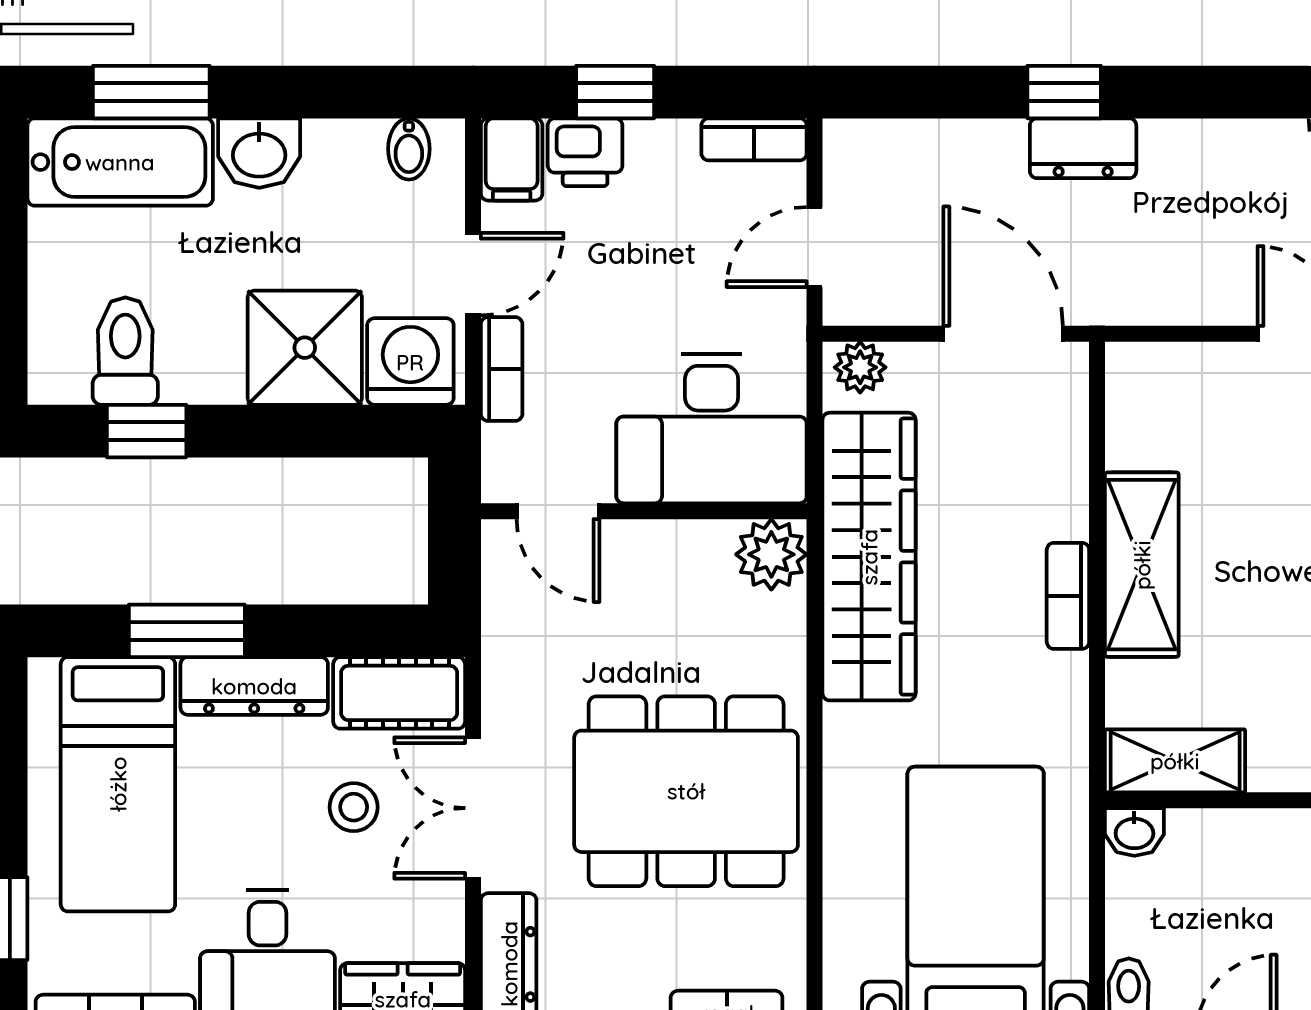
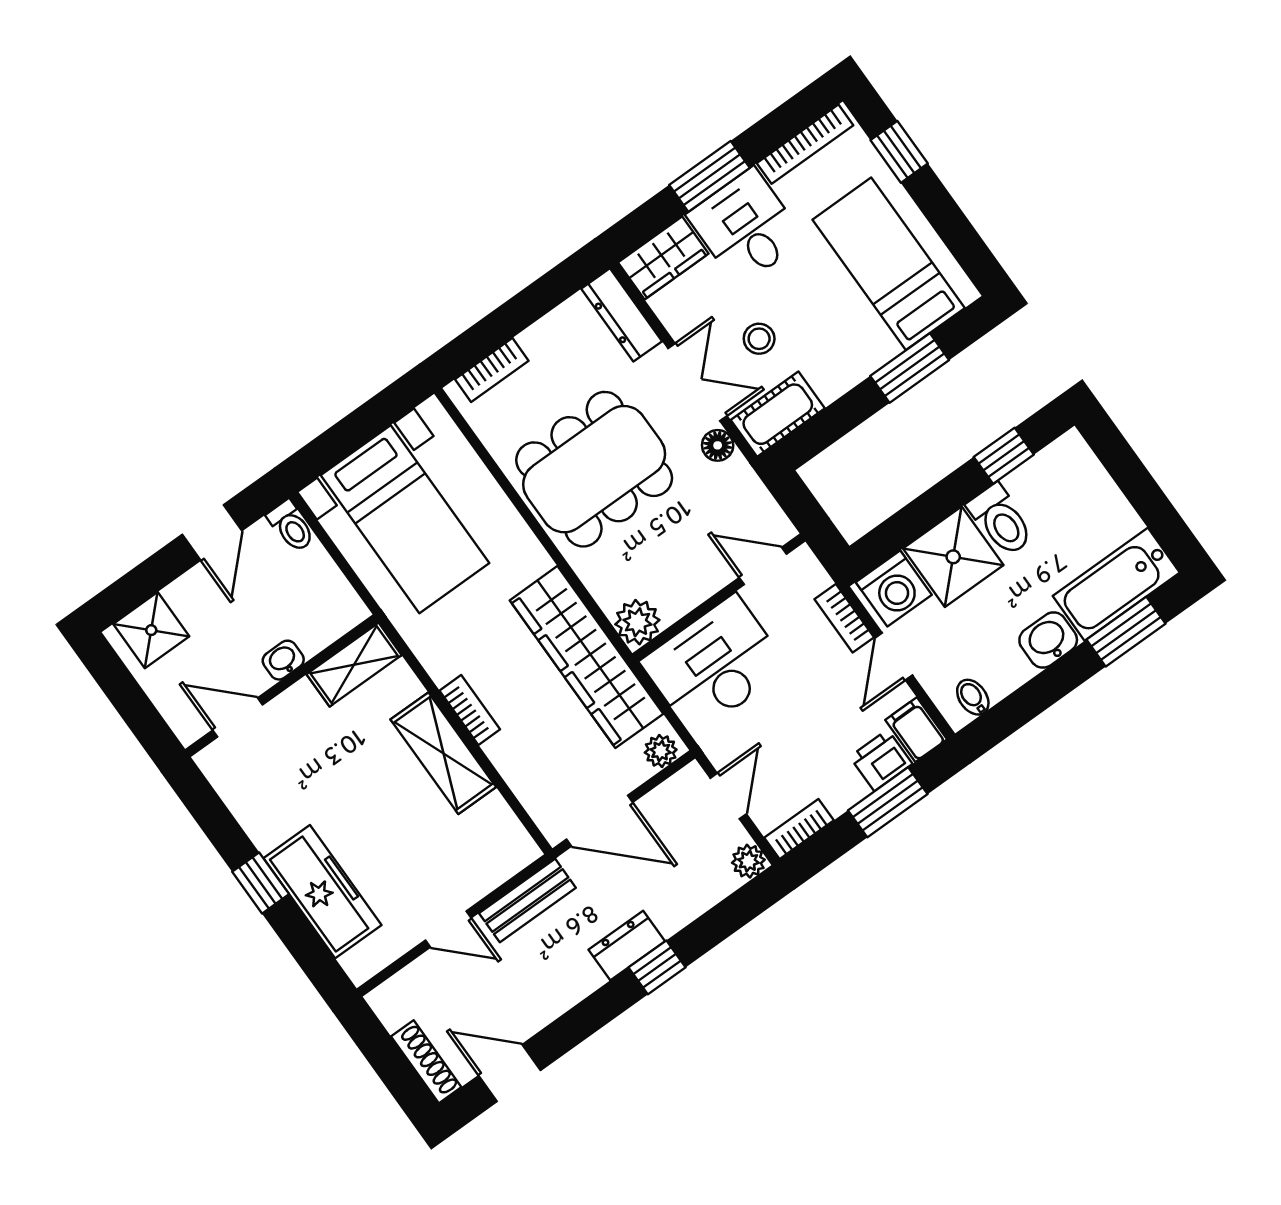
window: (615, 92) -> (888, 802), width x1.50
plant: (849, 145) -> (748, 861), added
bench: (1169, 298) -> (527, 900), added
toilet: (125, 351) -> (1001, 520), moved
dresser: (254, 686) -> (855, 364), removed
floor lamp: (505, 708) -> (718, 445), added
washbasin: (1134, 832) -> (283, 660), moved

